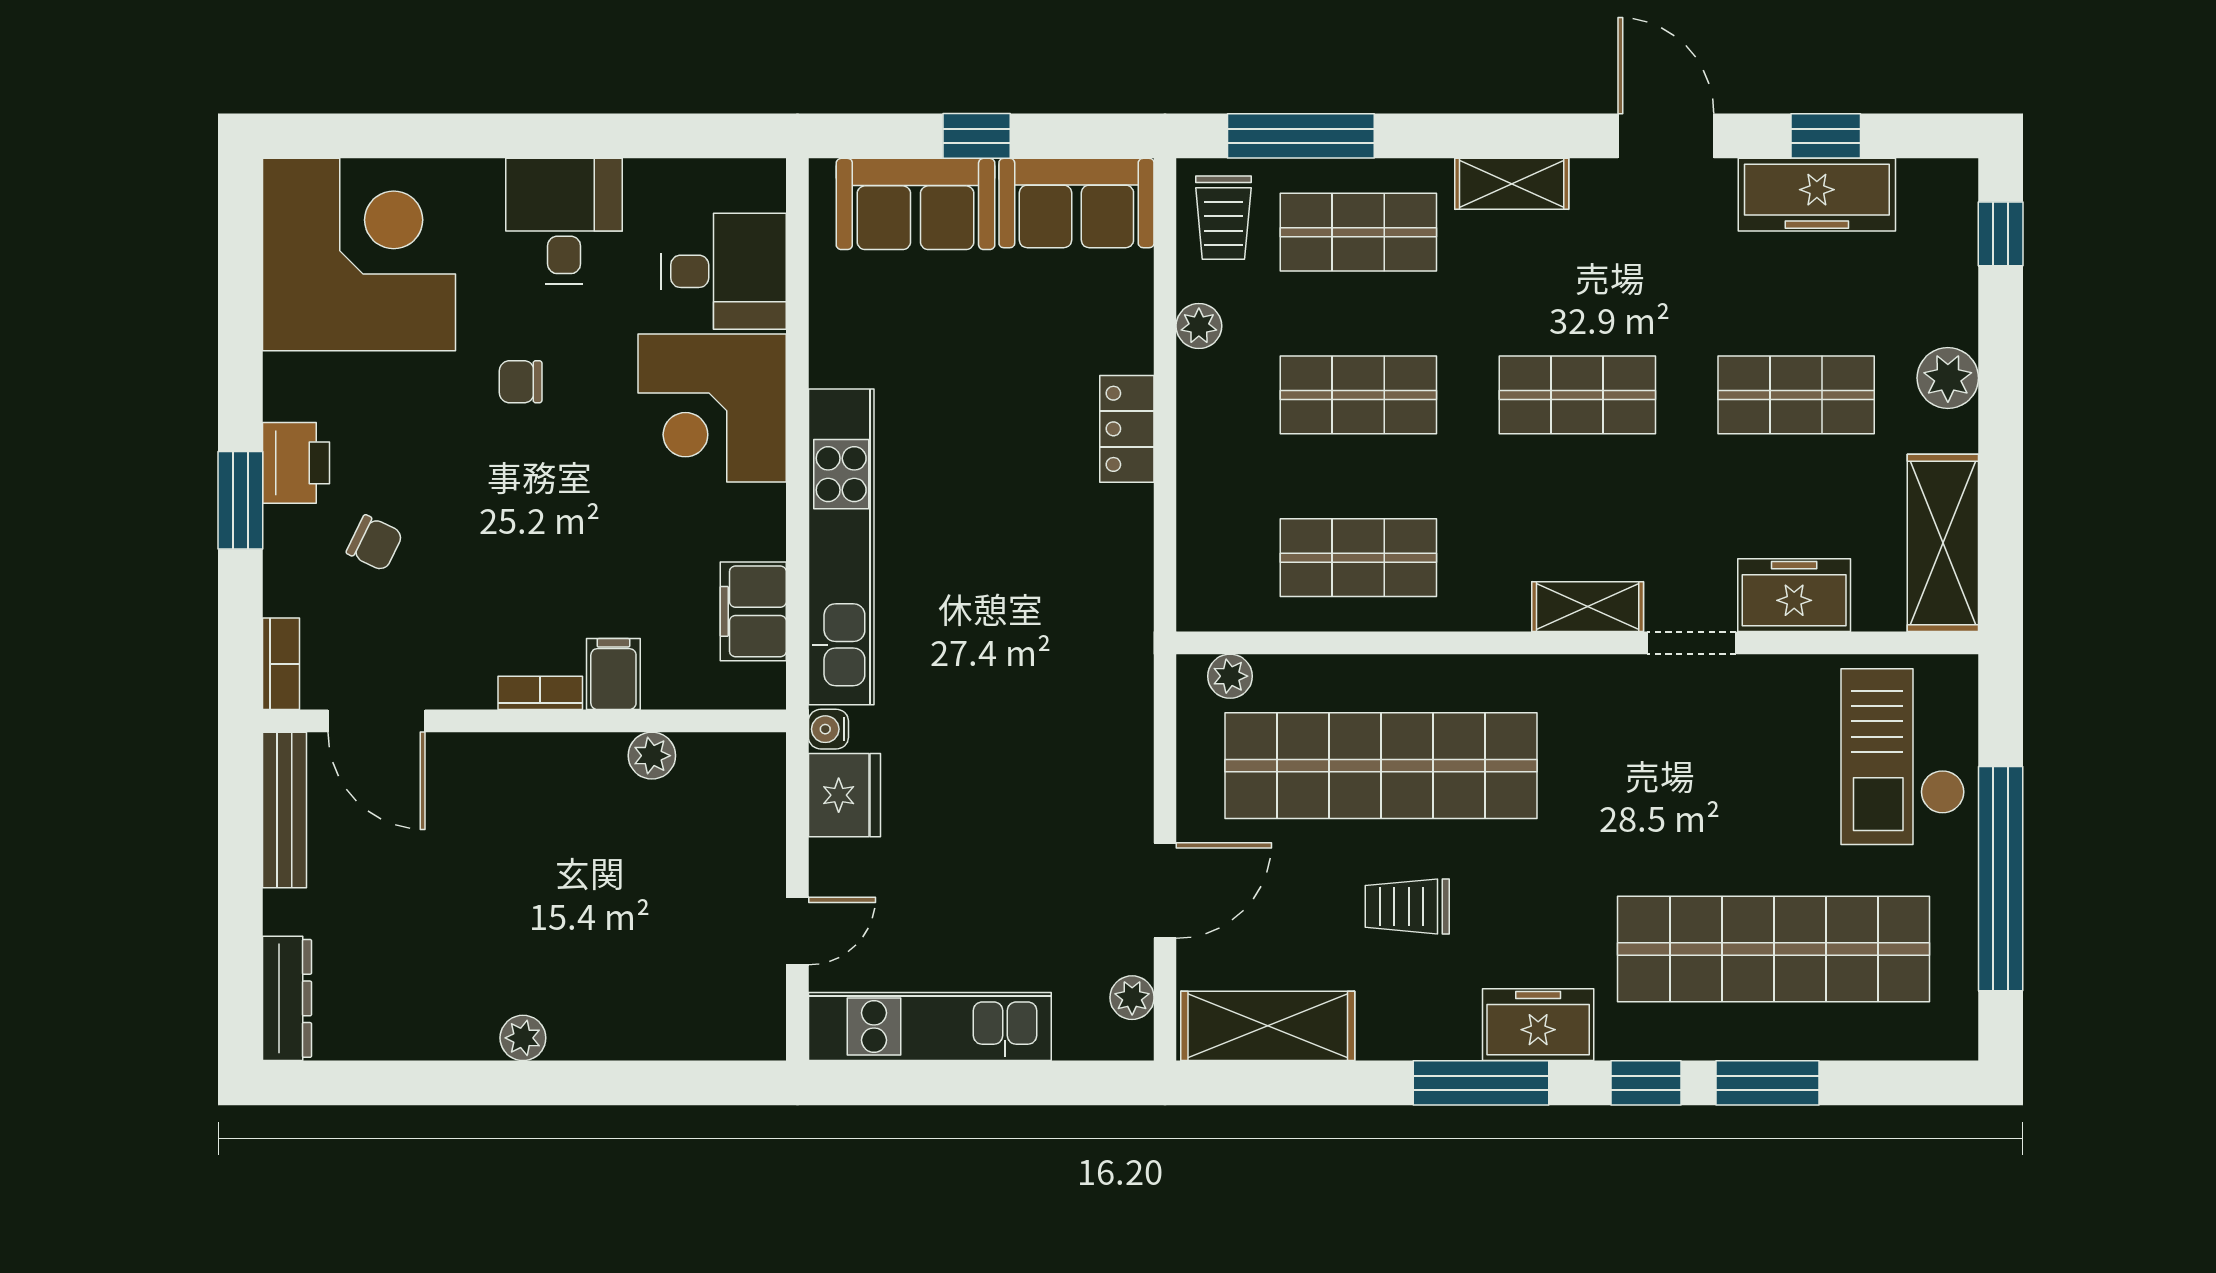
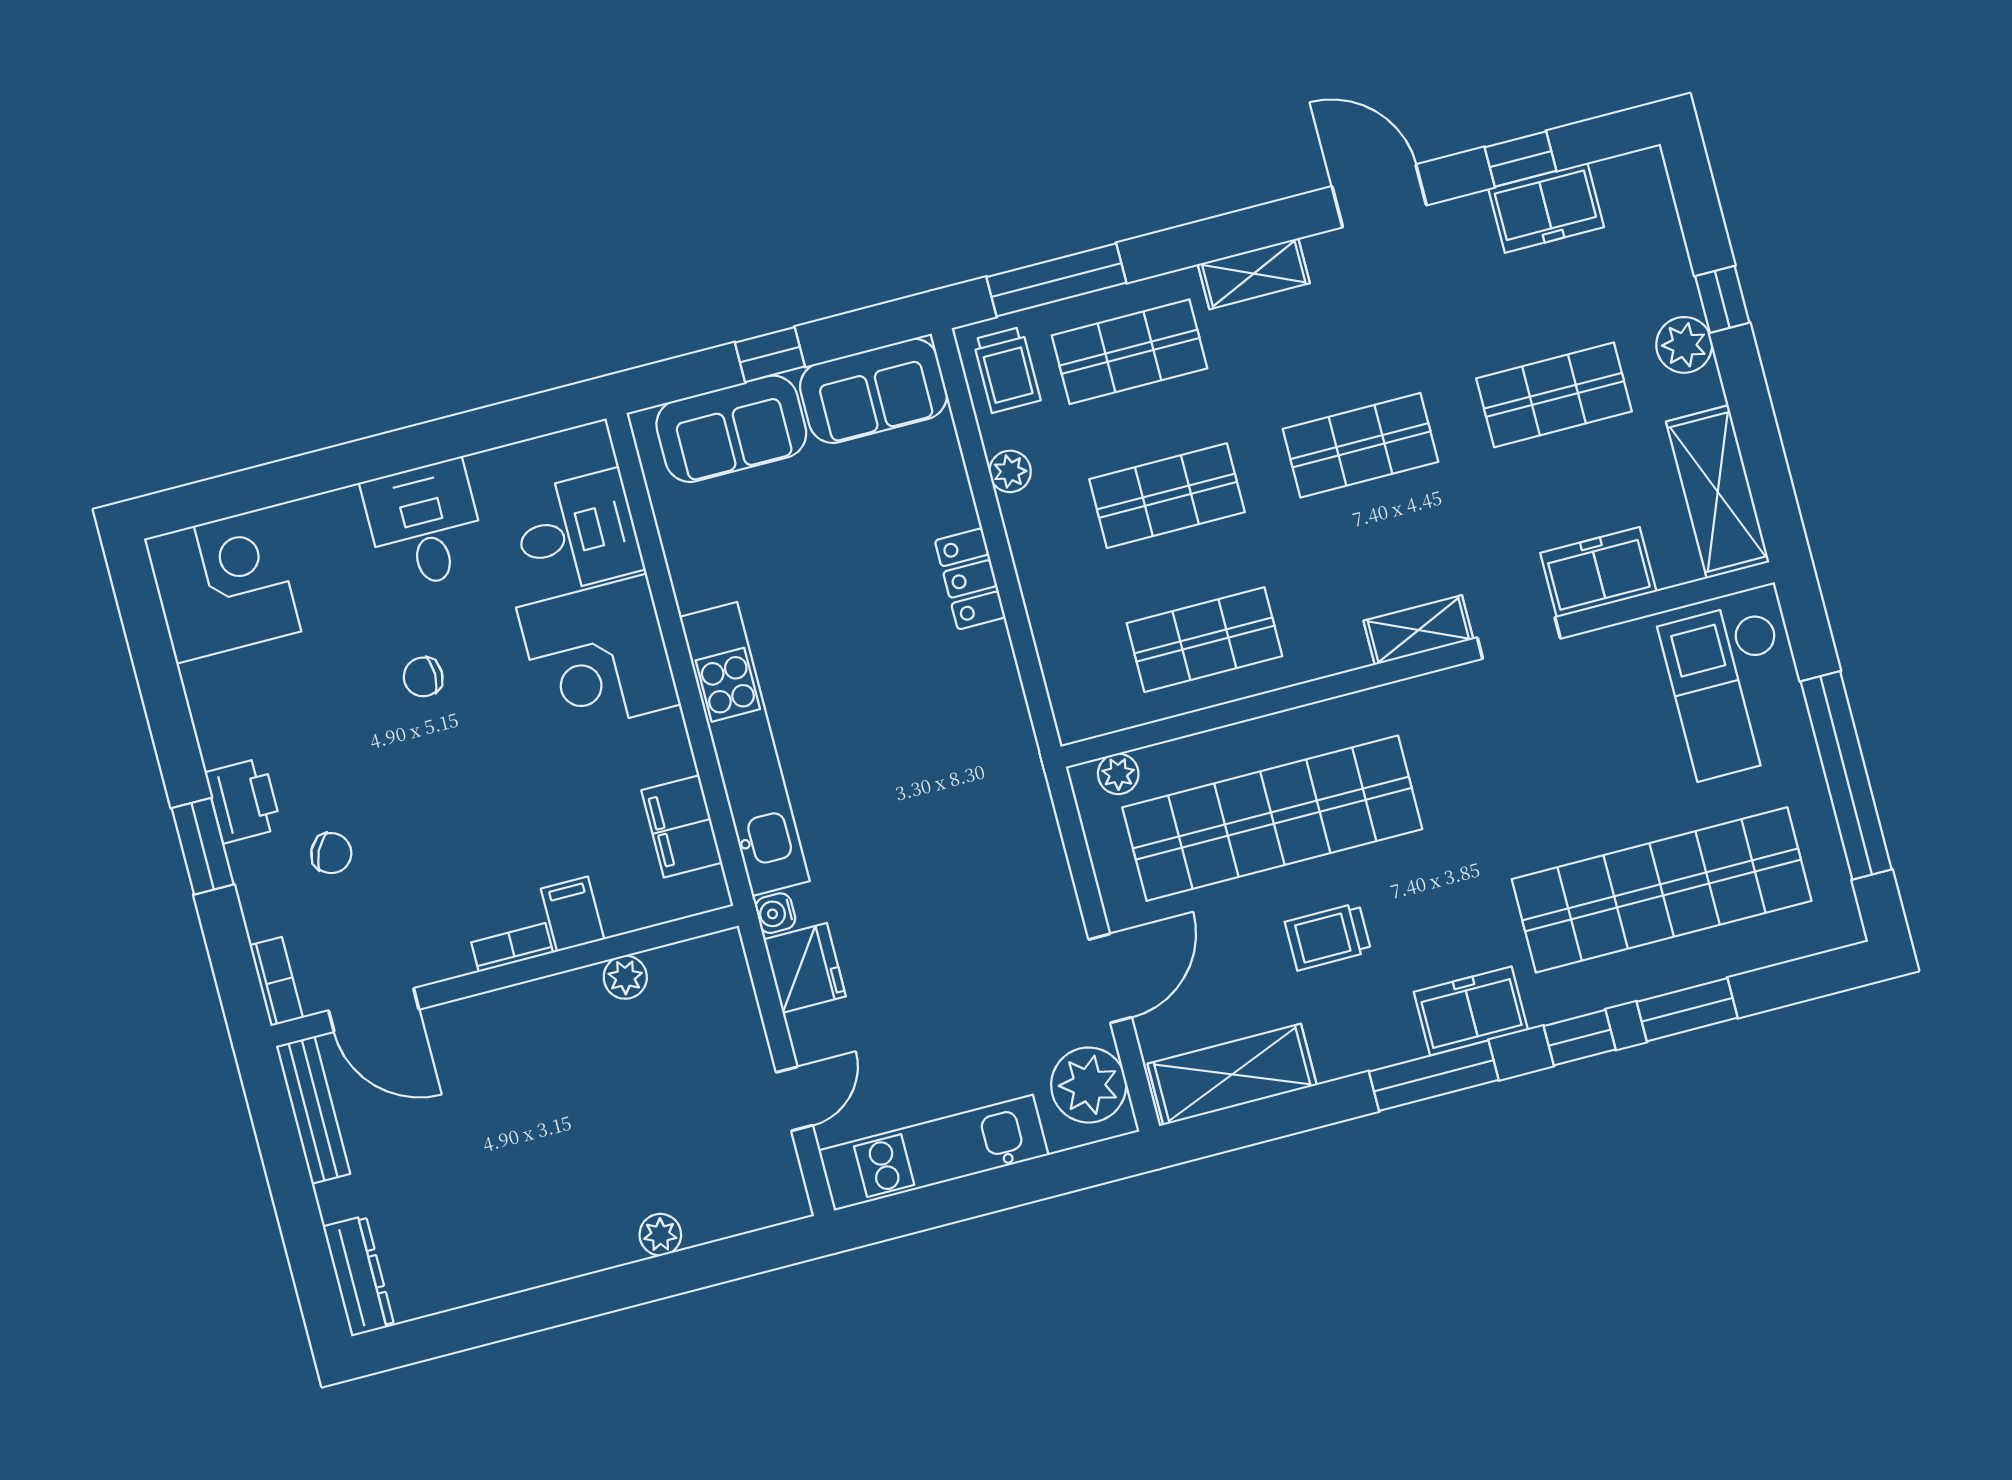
freezer: (1817, 195) -> (1546, 208), width x0.71
window: (2001, 234) -> (1722, 299), moved
corner desk: (359, 255) -> (223, 585), width x0.74, depth x0.74
plant: (1132, 998) -> (1089, 1085), width x1.88, depth x1.88
plant: (523, 1038) -> (660, 1235), moved

